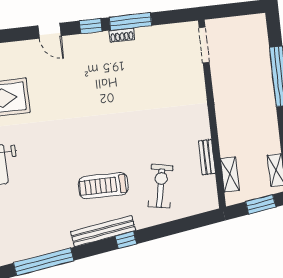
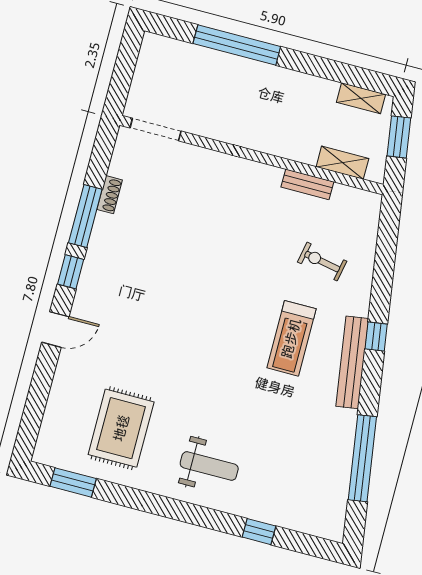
shoe rack: (122, 35) -> (110, 195), moved
exercise bike: (161, 186) -> (322, 262), width x0.73, depth x0.72

